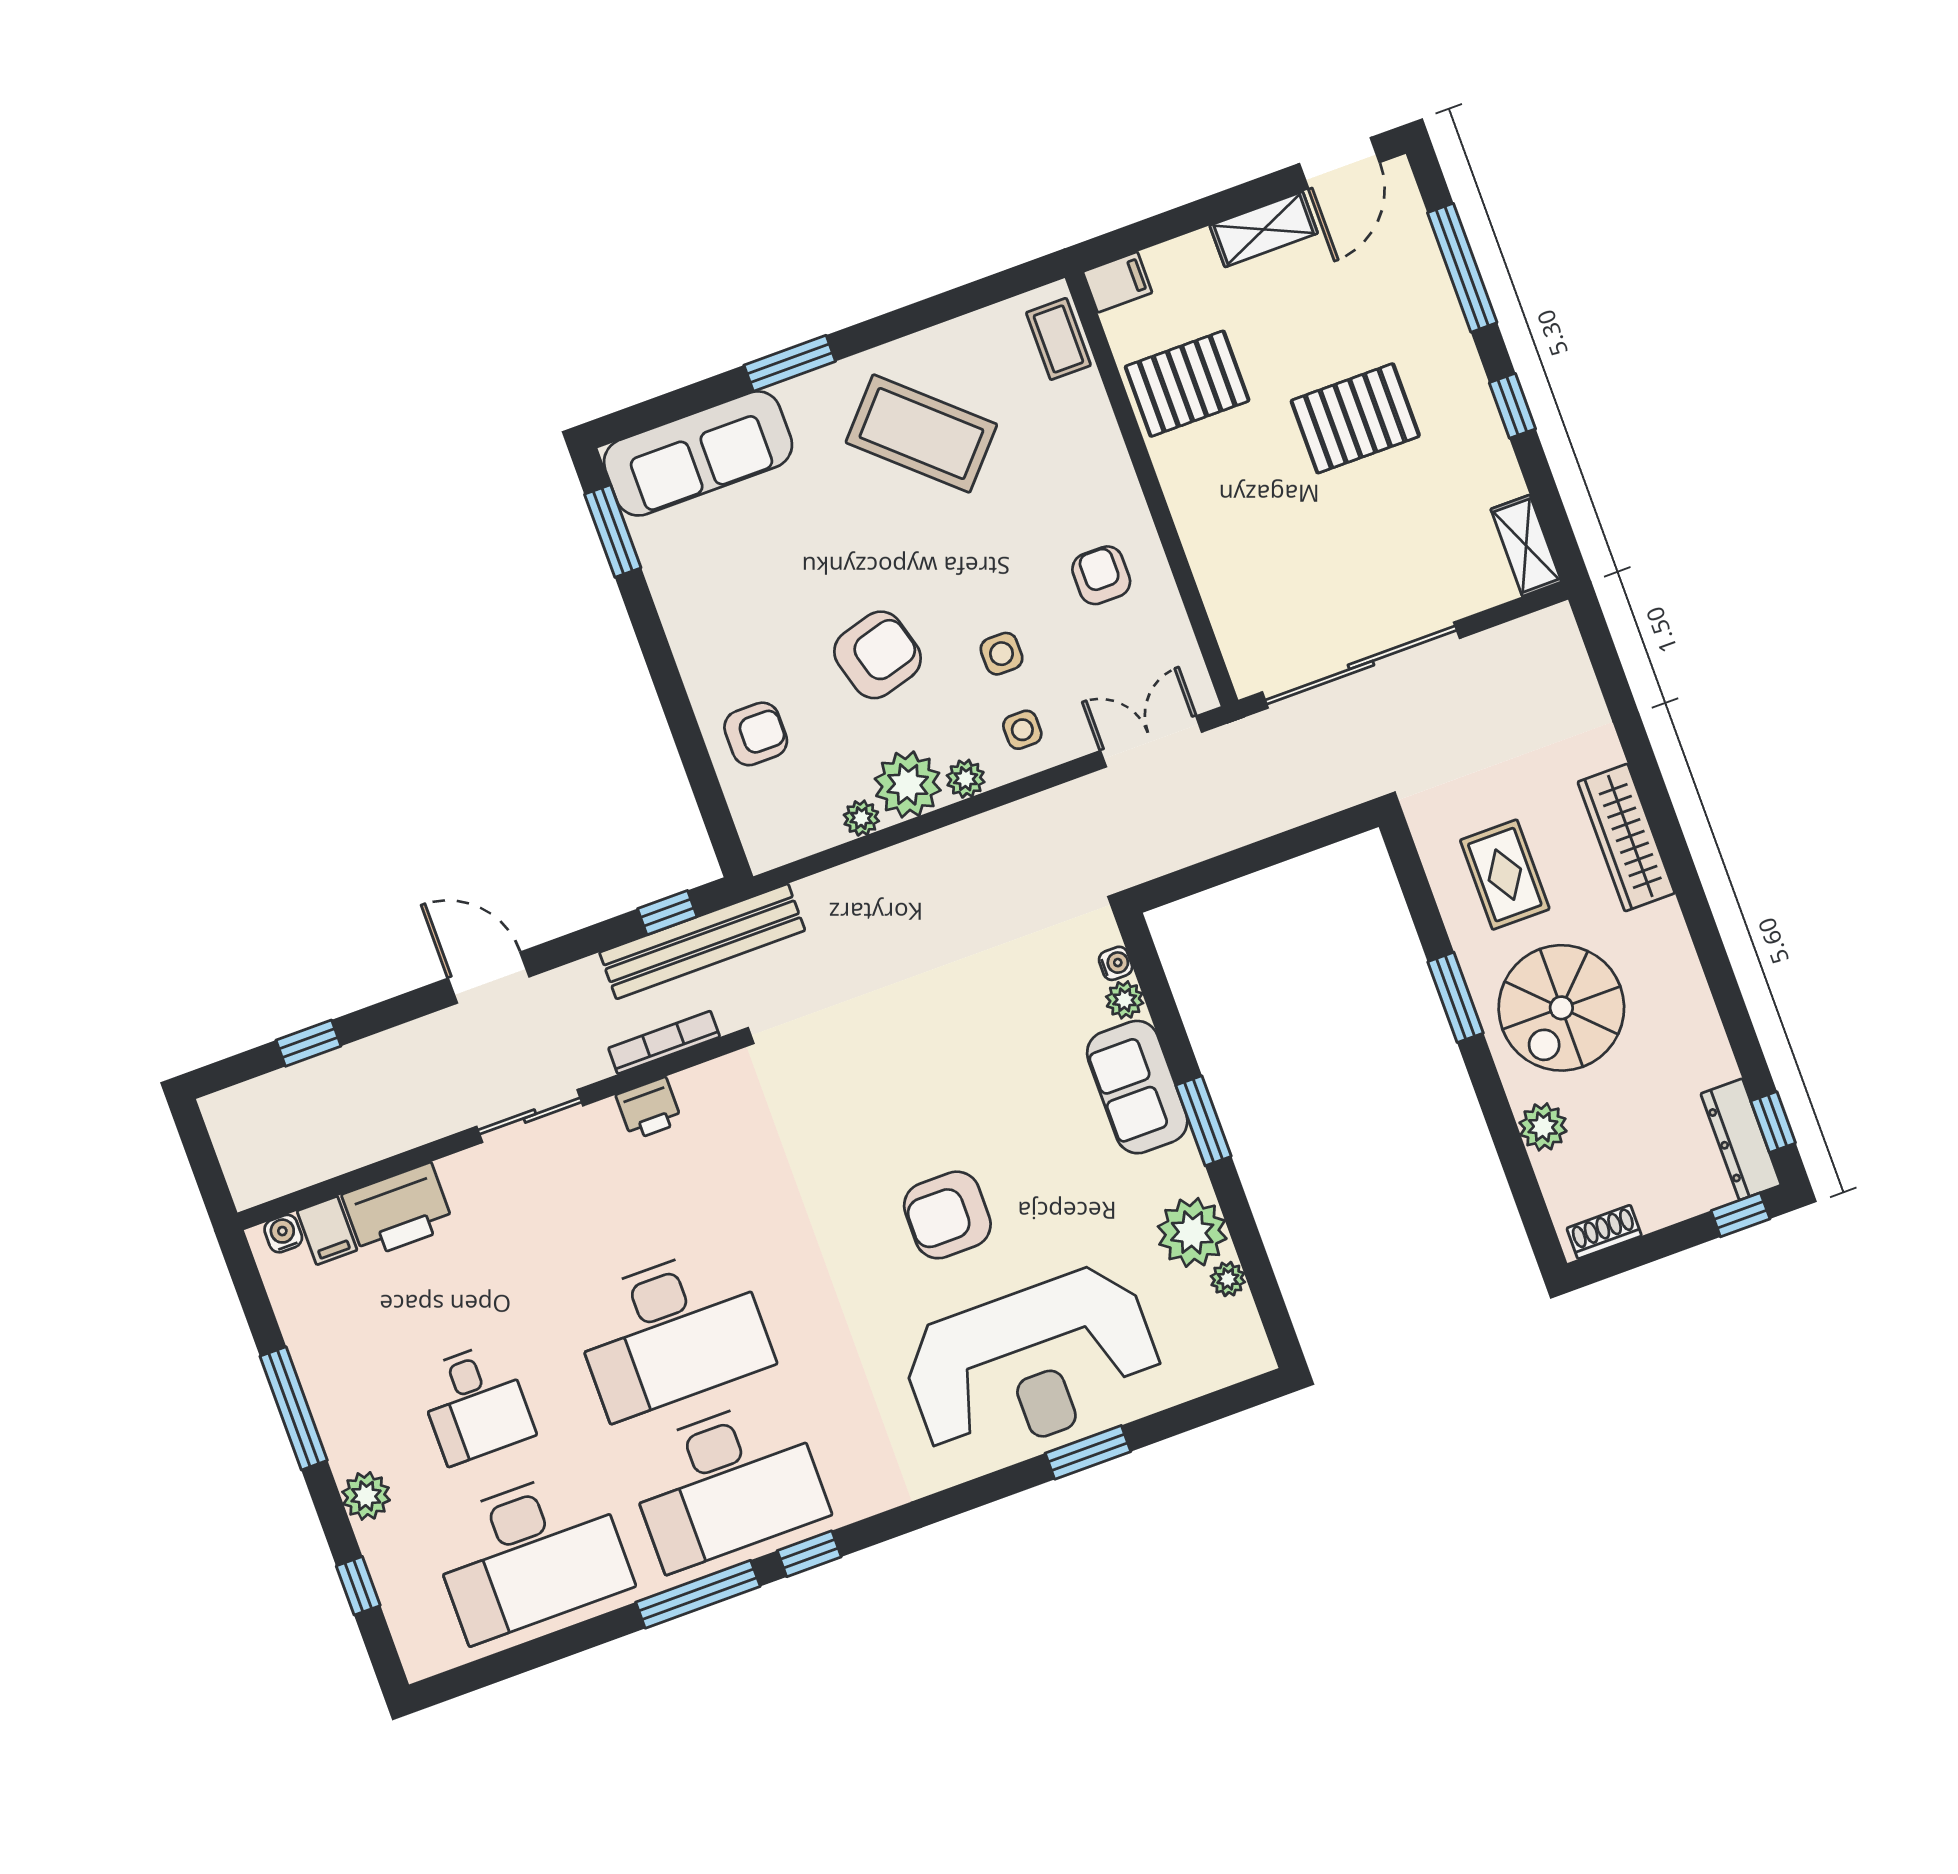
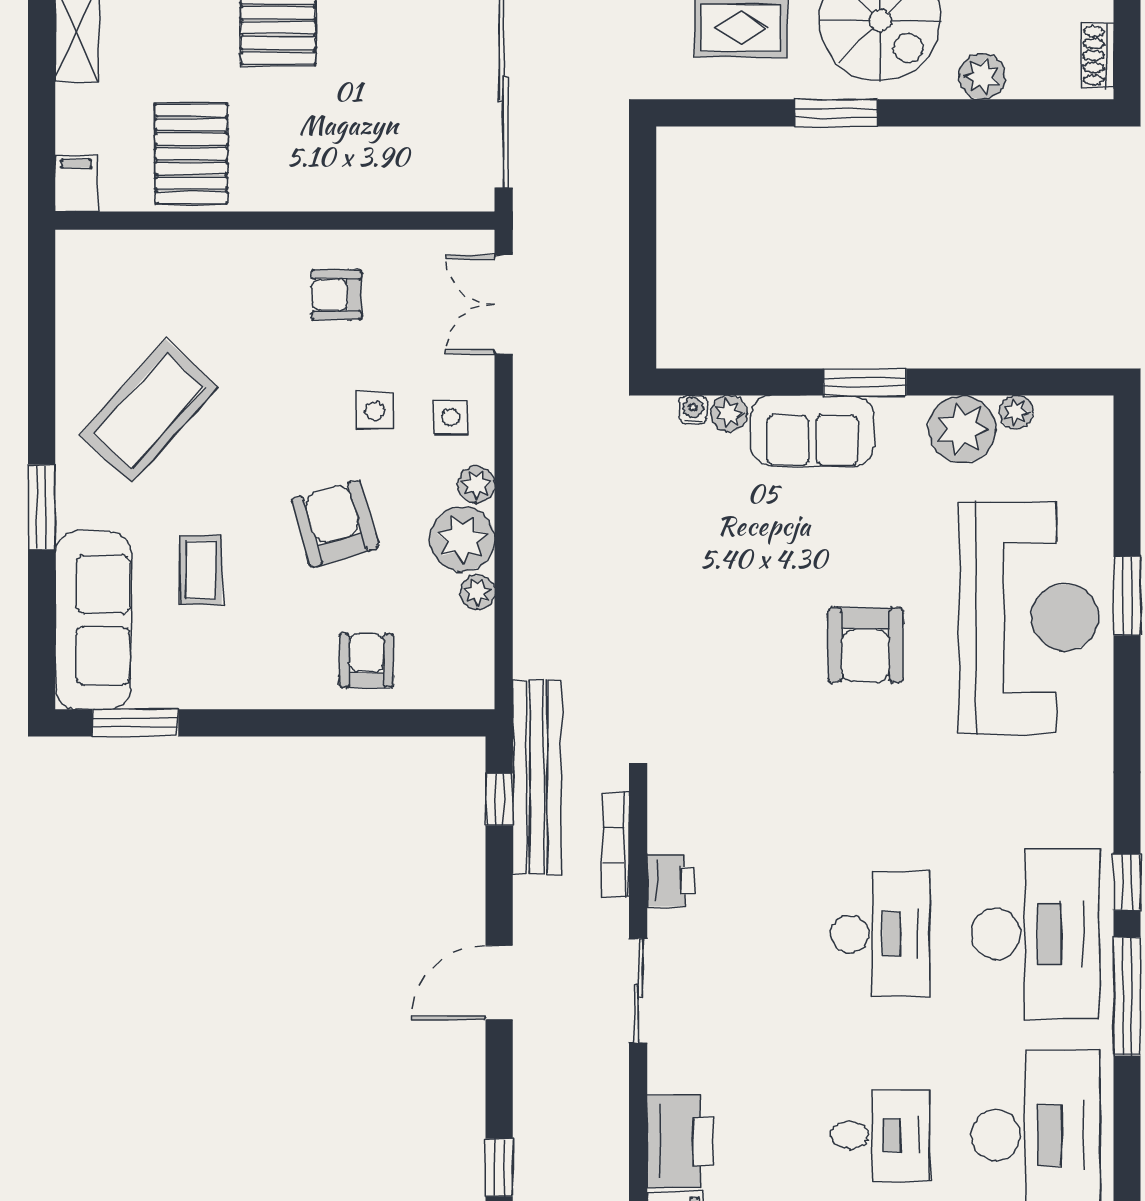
coffee table: (1058, 339) -> (201, 570), moved, turned 90
desk: (671, 1332) -> (880, 934), width x0.73, depth x0.77

